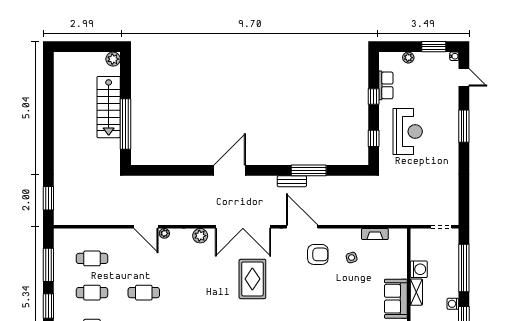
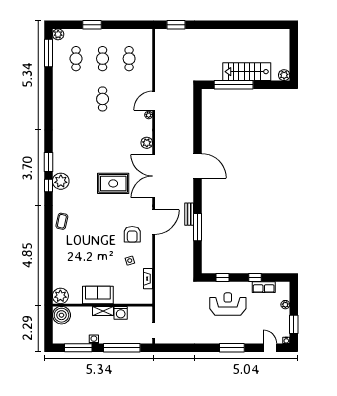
door: (464, 77) -> (270, 348), swing flipped
reception desk: (408, 131) -> (228, 304), turned 180
window: (48, 265) -> (124, 25), removed

